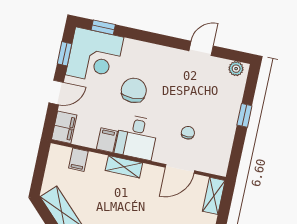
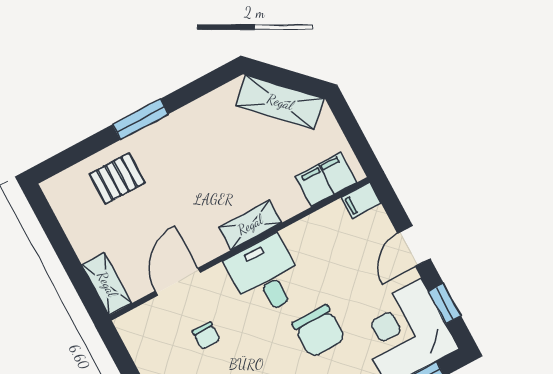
filing cabinet: (64, 127) -> (361, 200), width x0.50
filing cabinet: (107, 140) -> (300, 240), removed
filing cabinet: (78, 160) -> (326, 179), width x2.00

